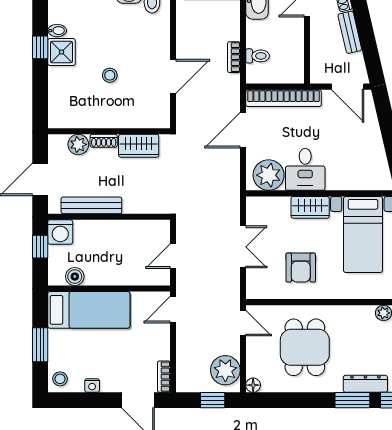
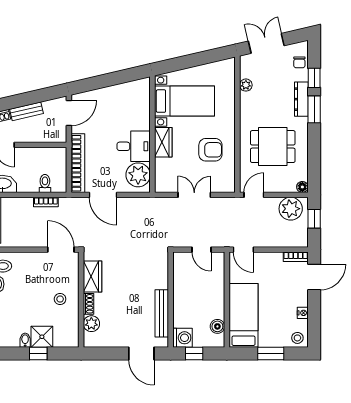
wall: (109, 131) -> (81, 300), moved
shoe rack: (104, 141) -> (88, 304), moved
plant: (78, 144) -> (91, 324), moved
wardrobe: (139, 146) -> (92, 276), moved

